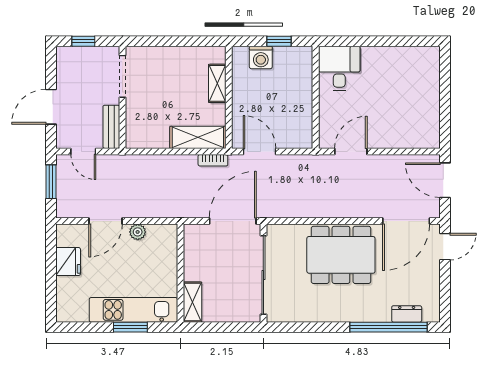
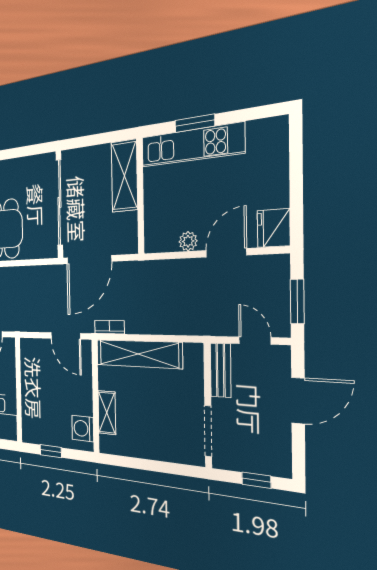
washing machine: (261, 57) -> (83, 428), moved, turned -90
shelving: (198, 137) -> (138, 354), width x1.47
fridge: (68, 261) -> (274, 228), moved
shelving: (192, 302) -> (124, 176), width x1.50, depth x1.33

